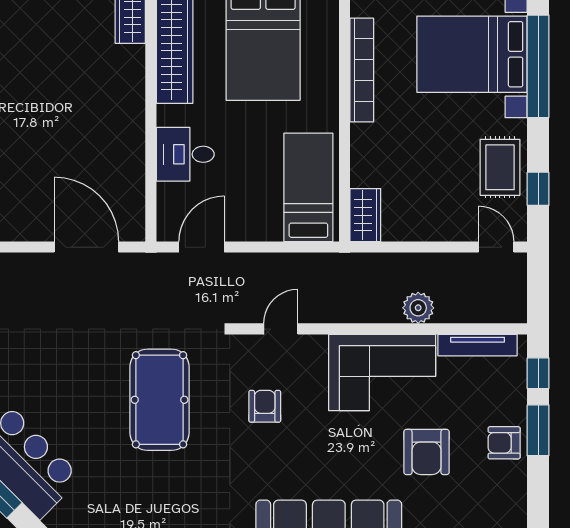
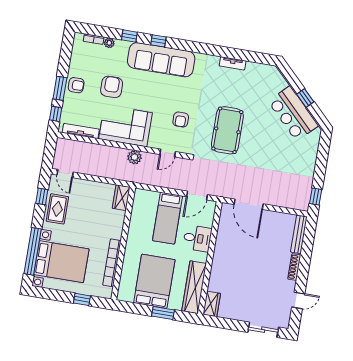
bed: (308, 187) -> (167, 218), moved
plant: (418, 308) -> (135, 157), moved

